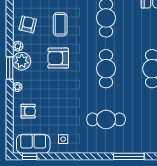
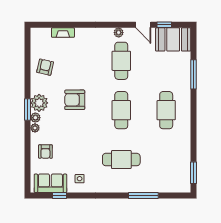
coffee table: (60, 24) -> (77, 67), removed
plant: (18, 46) -> (35, 118), moved
armchair: (28, 111) -> (45, 152), turned 90
window: (30, 156) -> (59, 195), moved

